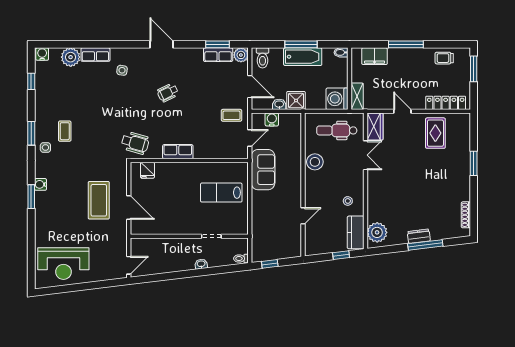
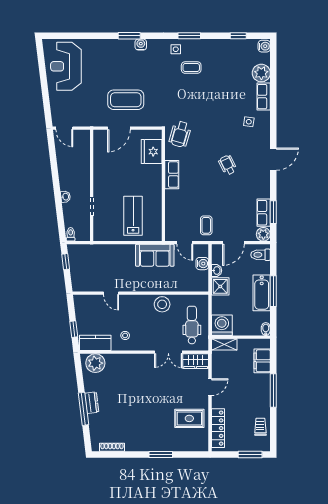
fridge: (147, 170) -> (152, 152), width x1.88, depth x1.34

